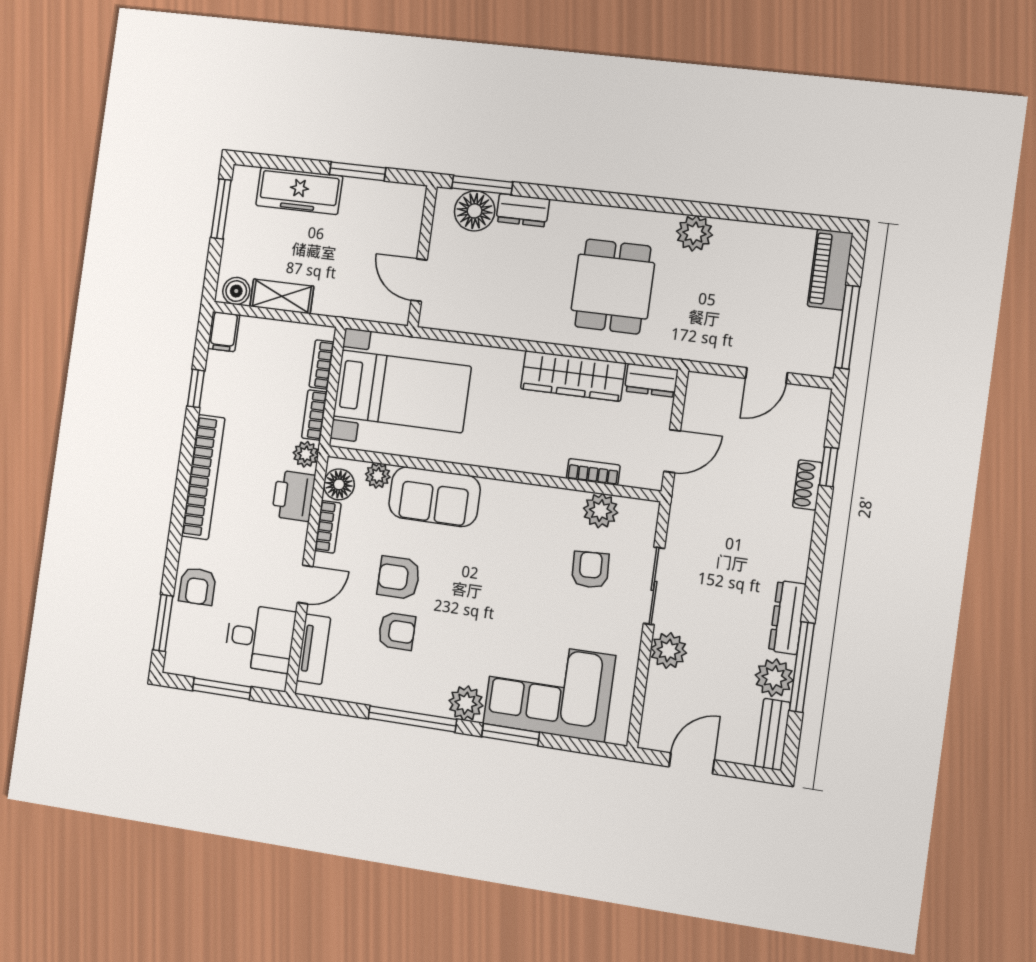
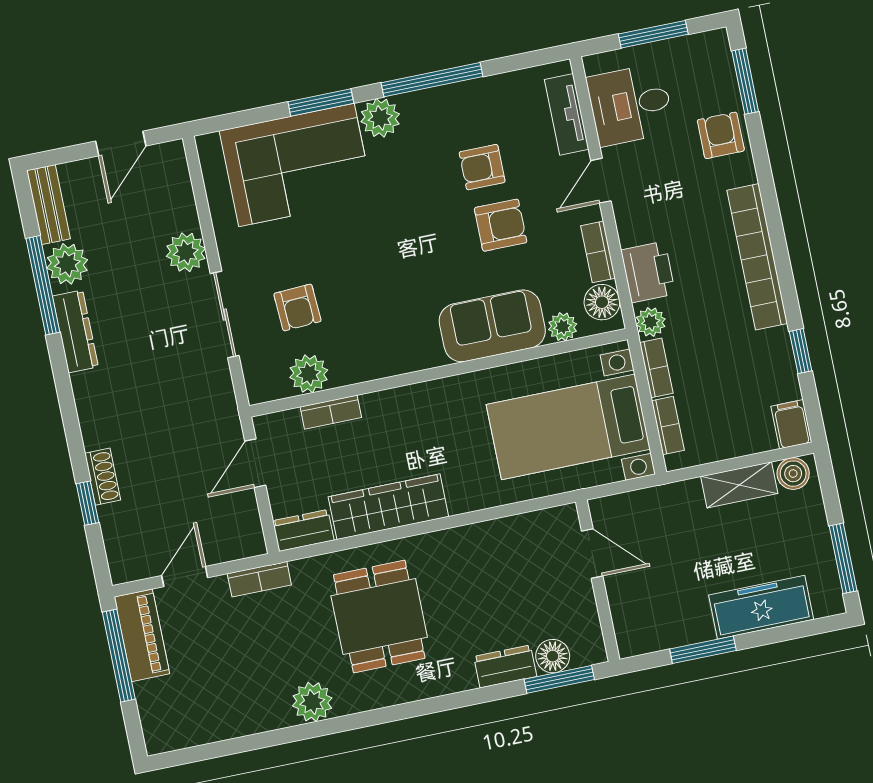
floor lamp: (475, 211) -> (553, 656), width x0.73, depth x0.73
piano: (830, 270) -> (142, 635), moved
bookcase: (703, 352) -> (259, 579), added

